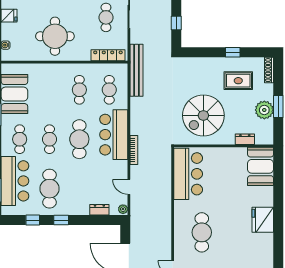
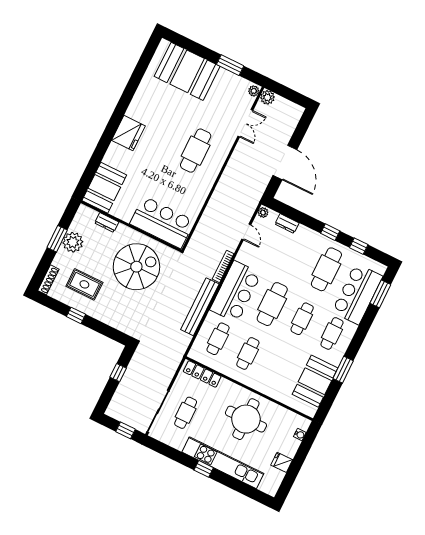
bench: (137, 70) -> (200, 307), moved
bar counter: (188, 174) -> (162, 222), moved, turned 90

